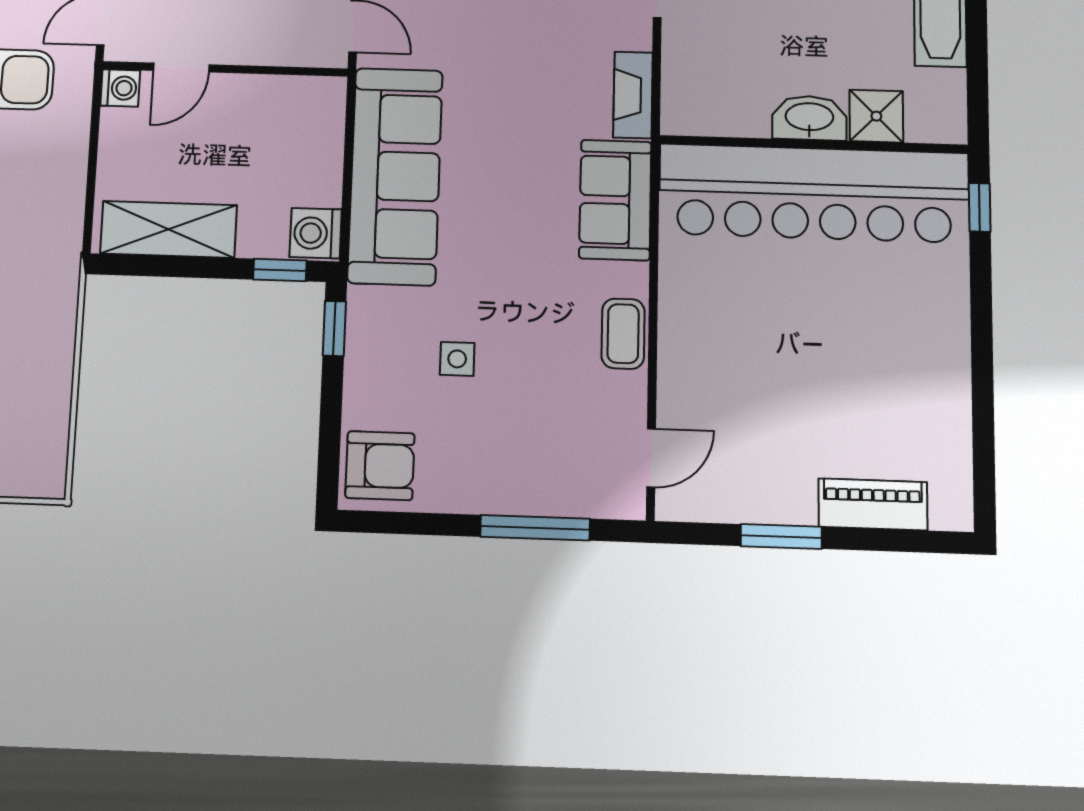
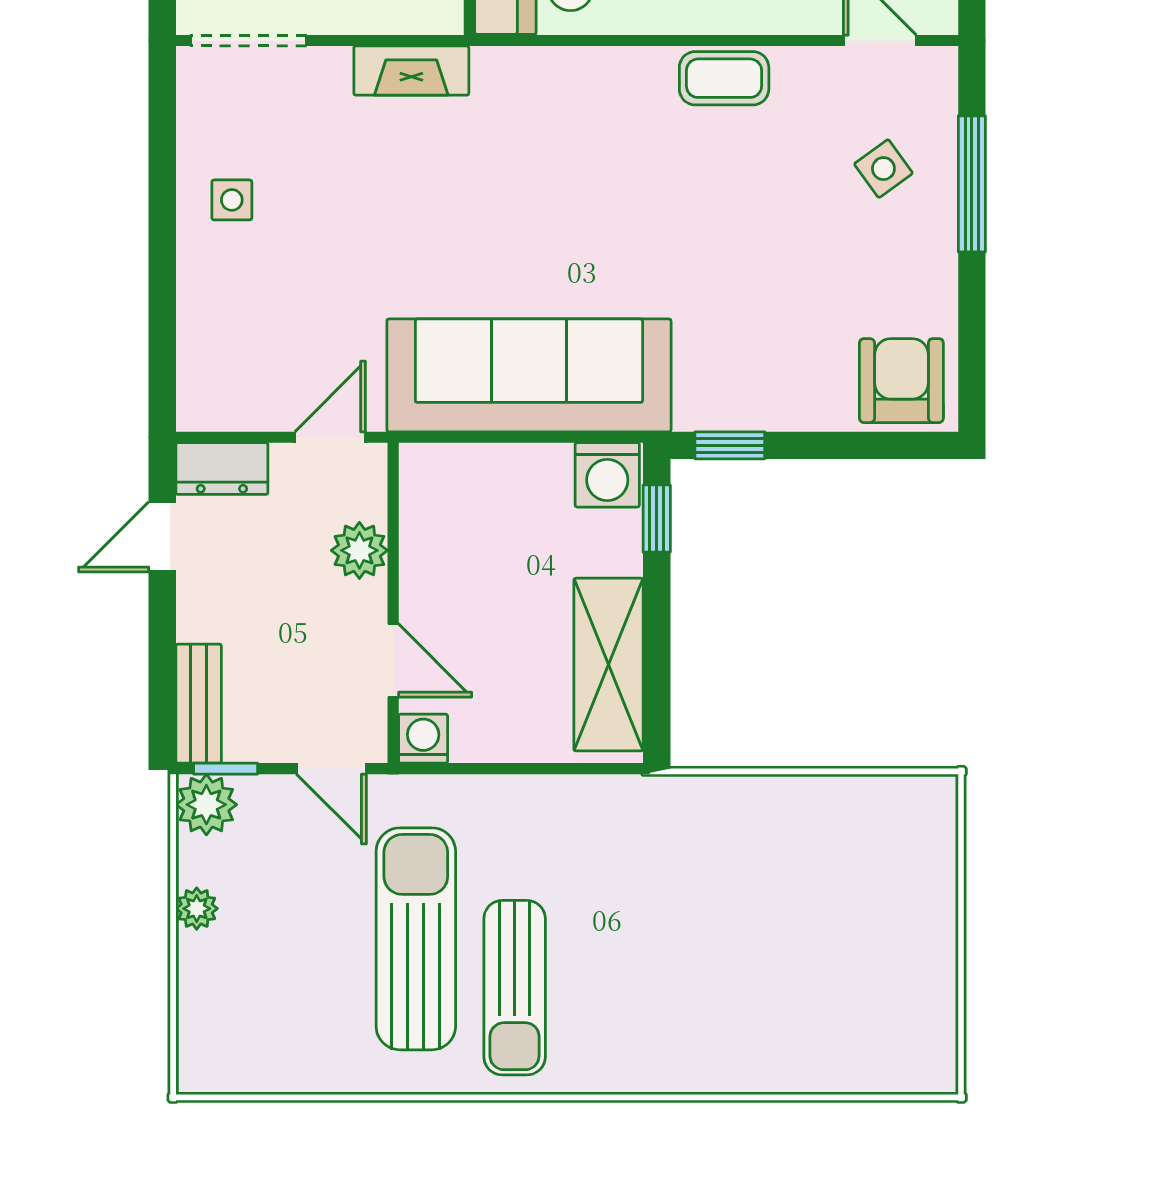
plant: (266, 45) -> (359, 550), added
sofa: (615, 200) -> (551, 91), removed
side table: (457, 359) -> (883, 169), moved, turned -36

